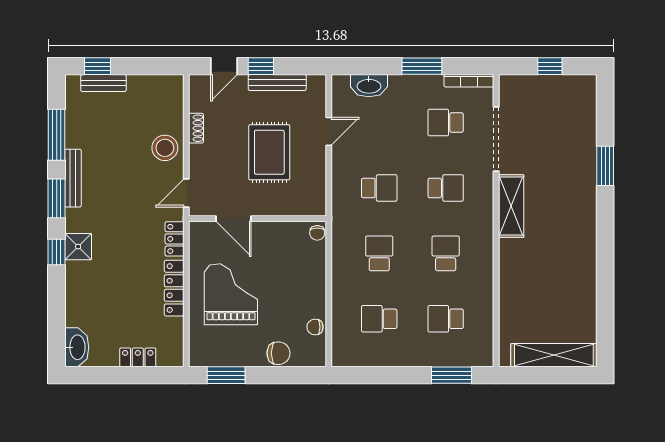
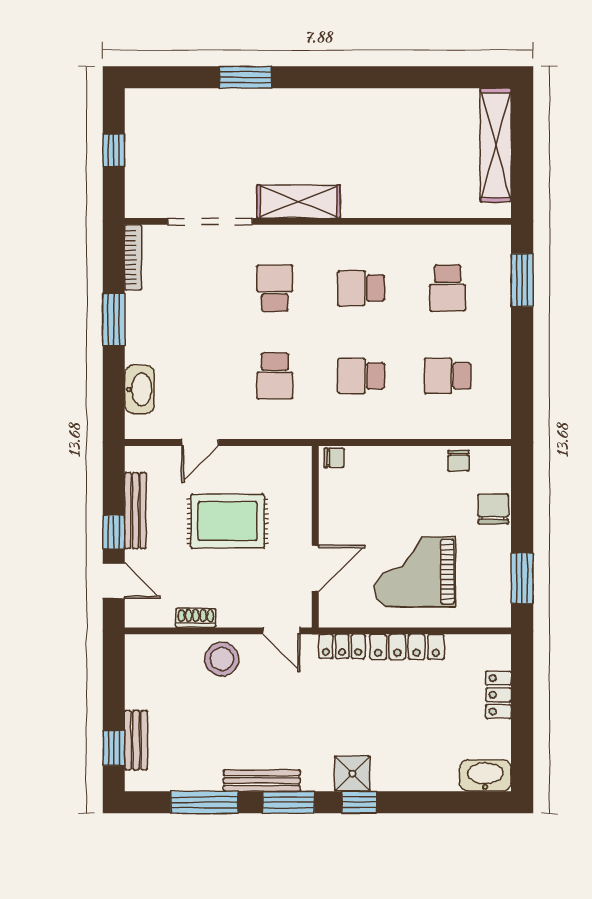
school desk: (446, 123) -> (188, 288), removed
door: (329, 131) -> (200, 442), swing flipped
school desk: (379, 188) -> (275, 376), turned 180
school desk: (379, 319) -> (448, 376), turned 90

